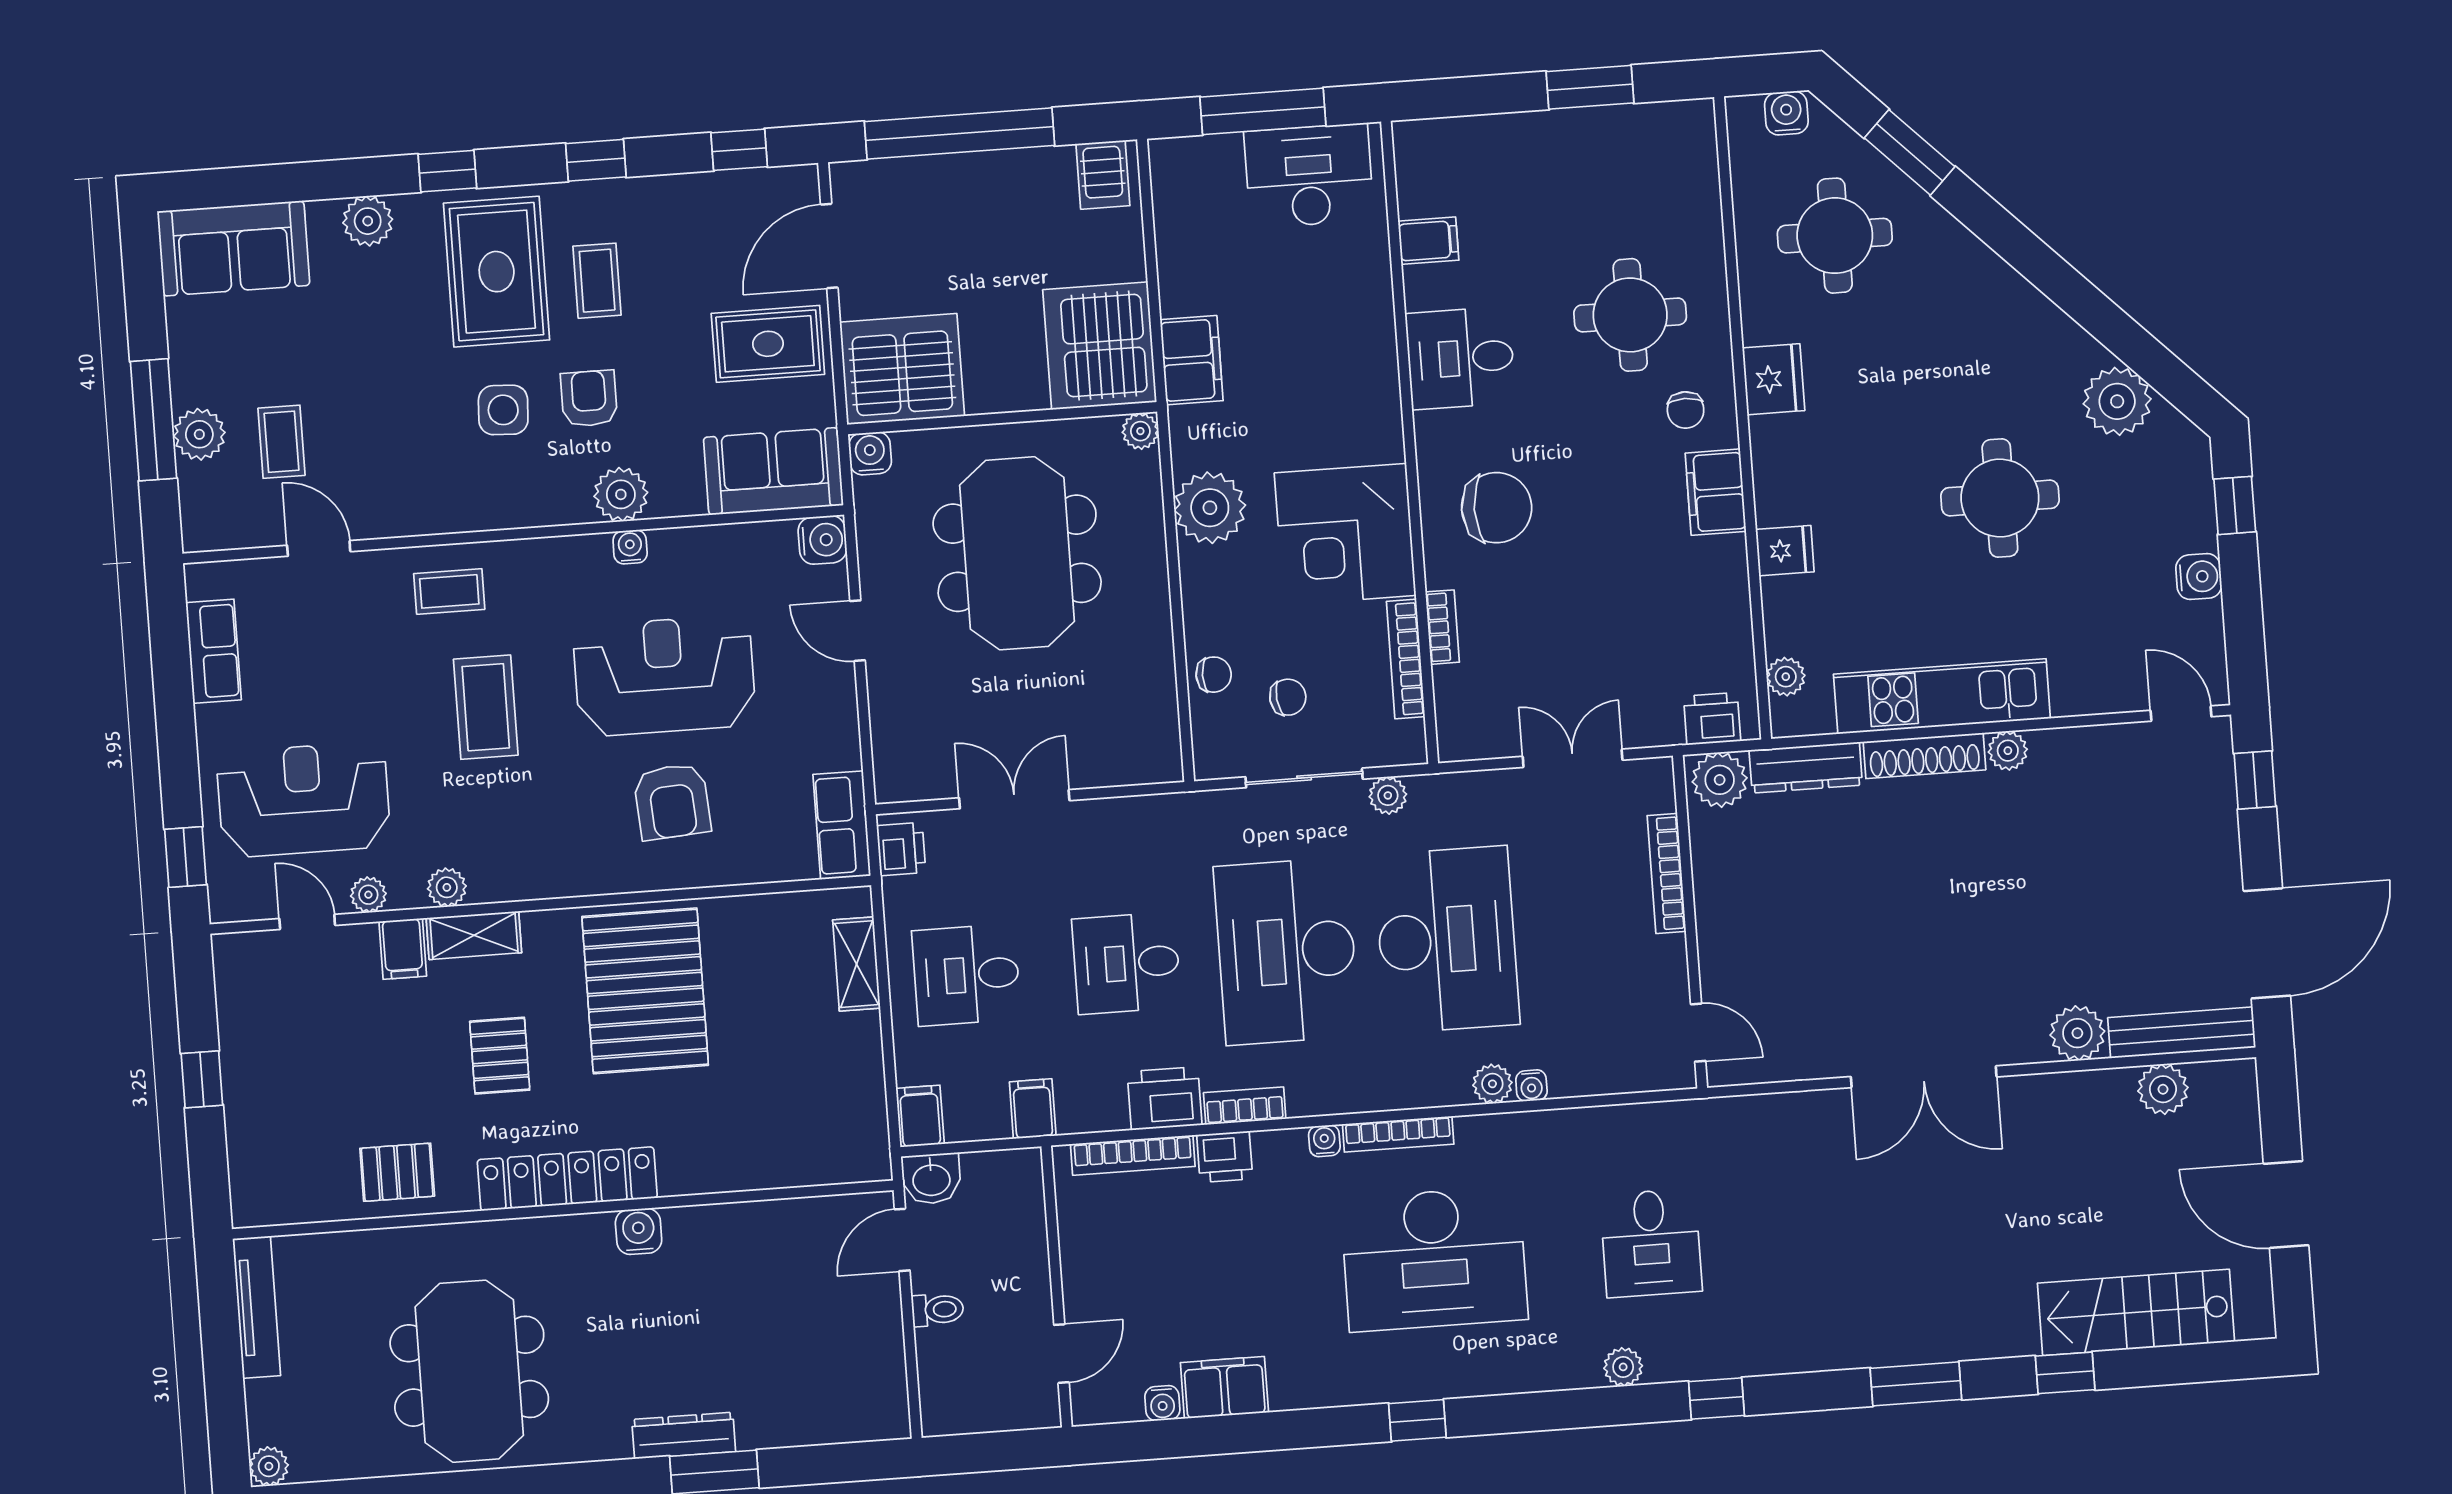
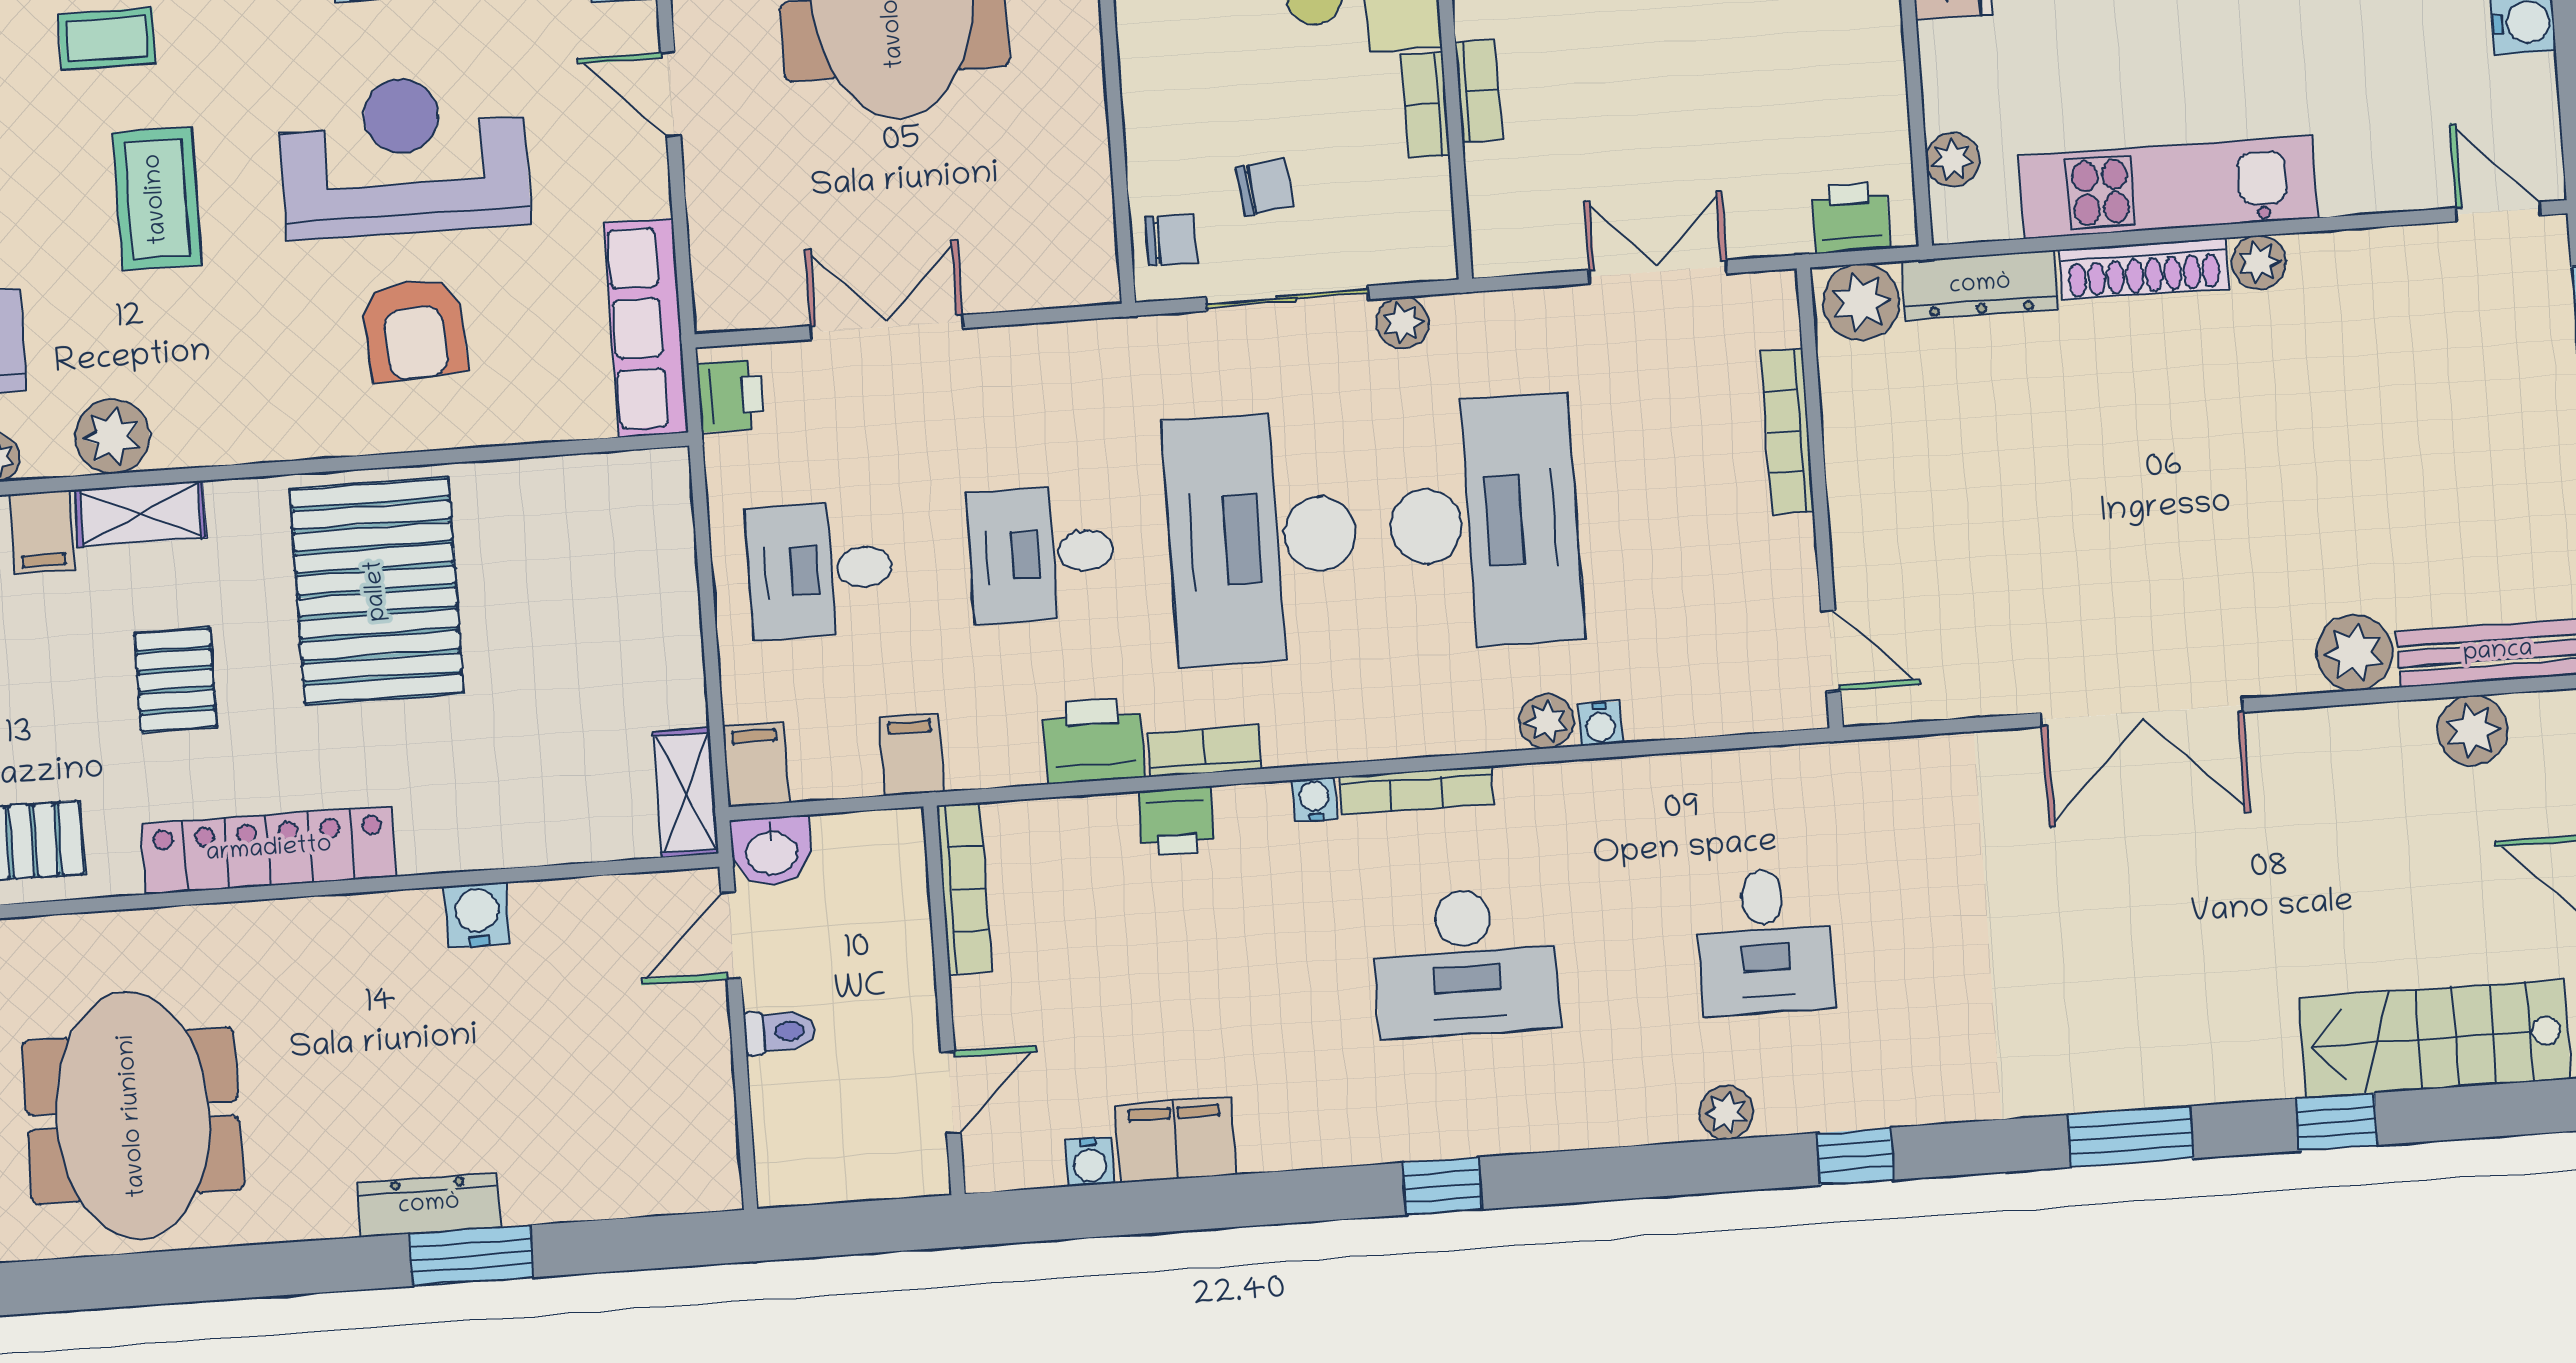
bookcase: (1406, 659) -> (1426, 105), width x0.64
chair: (1214, 675) -> (1171, 240), moved
row of seats: (842, 825) -> (646, 328), width x1.48
plant: (447, 887) -> (112, 437), width x1.38, depth x1.38
shelving: (857, 964) -> (686, 793), moved
bookcase: (1133, 1155) -> (964, 888), moved, turned -90
water cooler: (639, 1231) -> (477, 915), moved
desk: (1434, 1259) -> (1466, 963), width x0.73, depth x0.77

